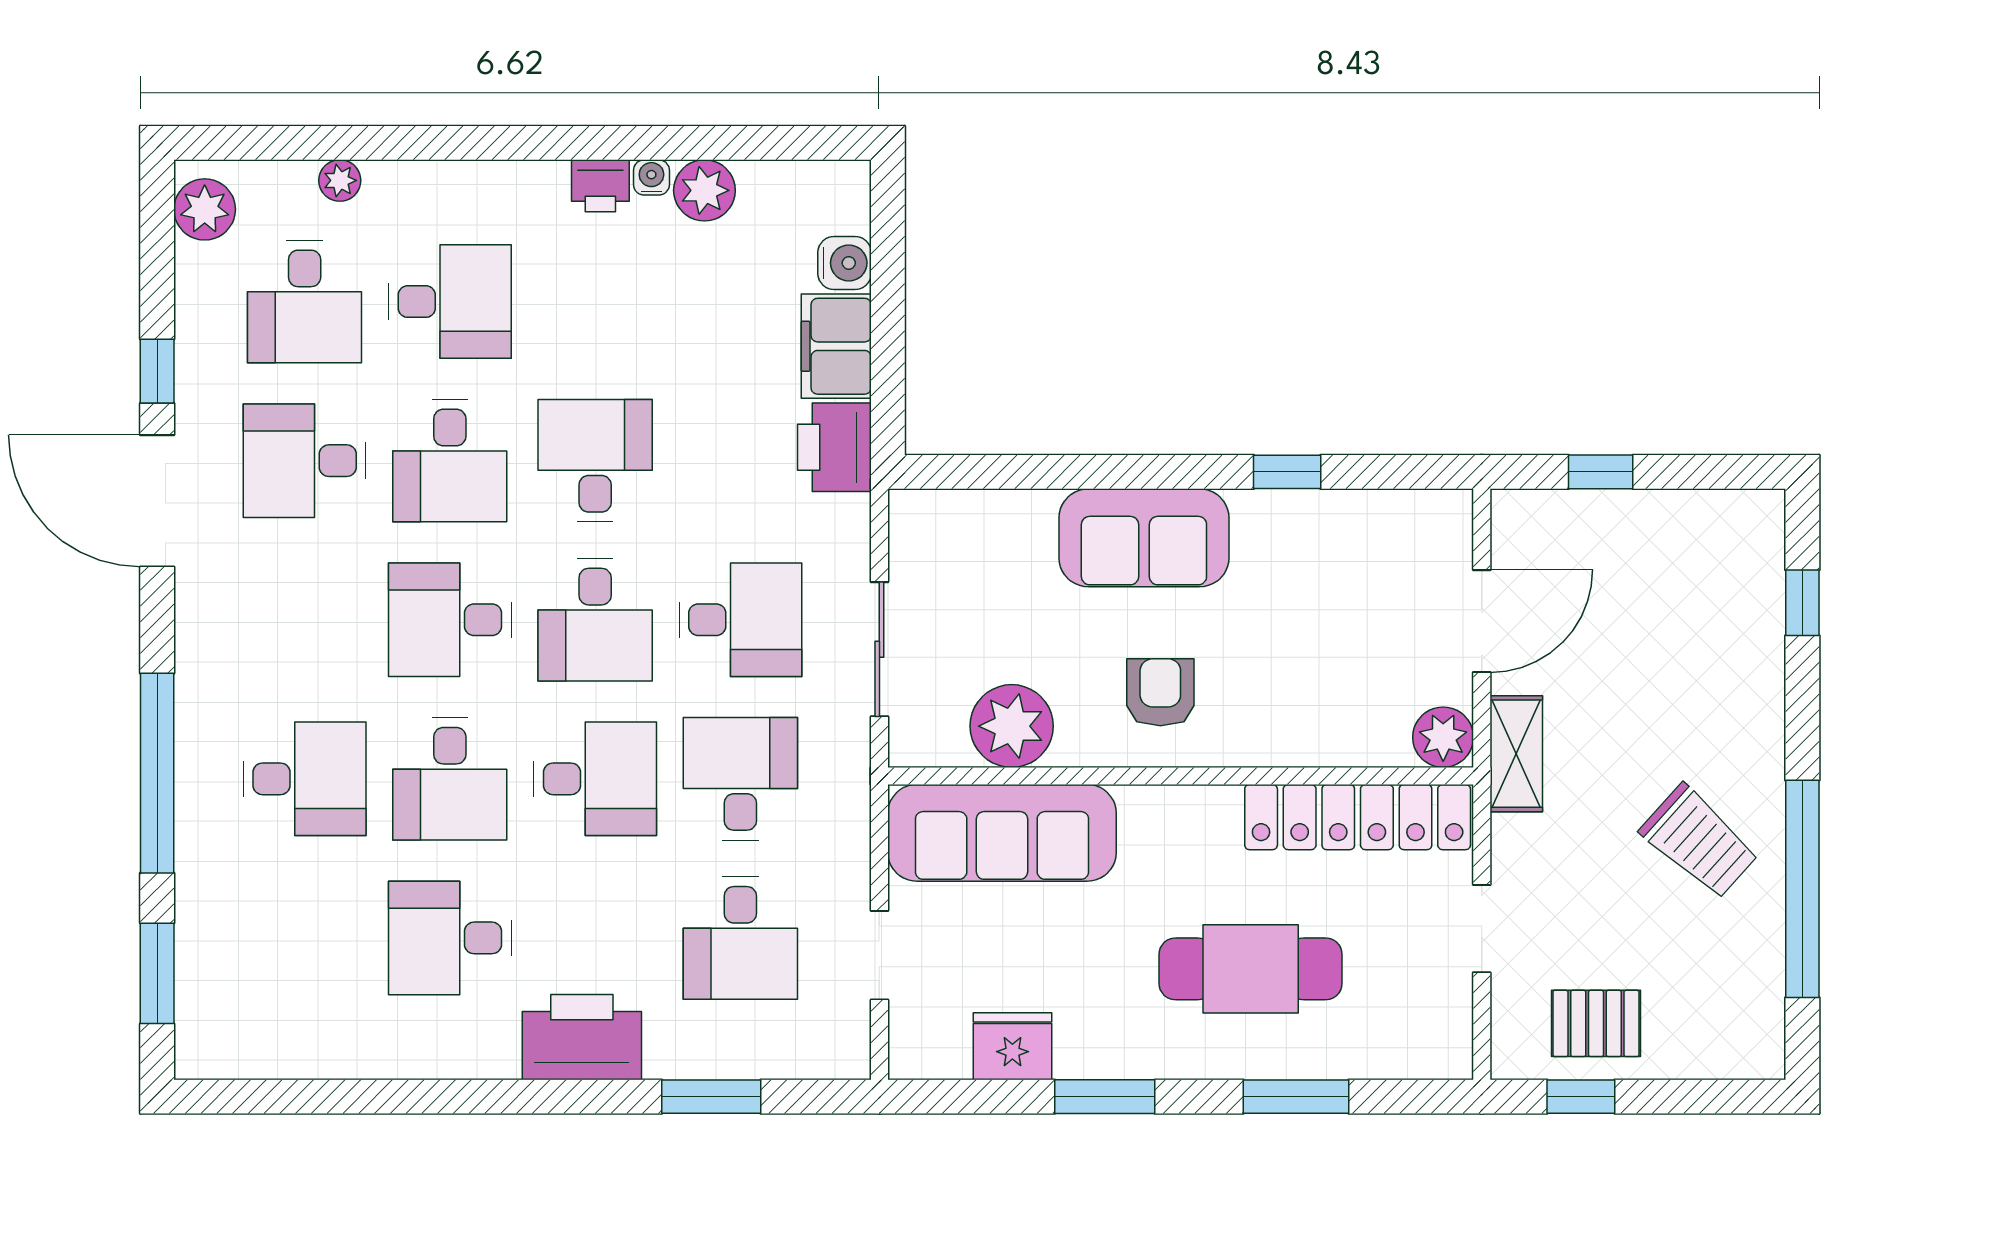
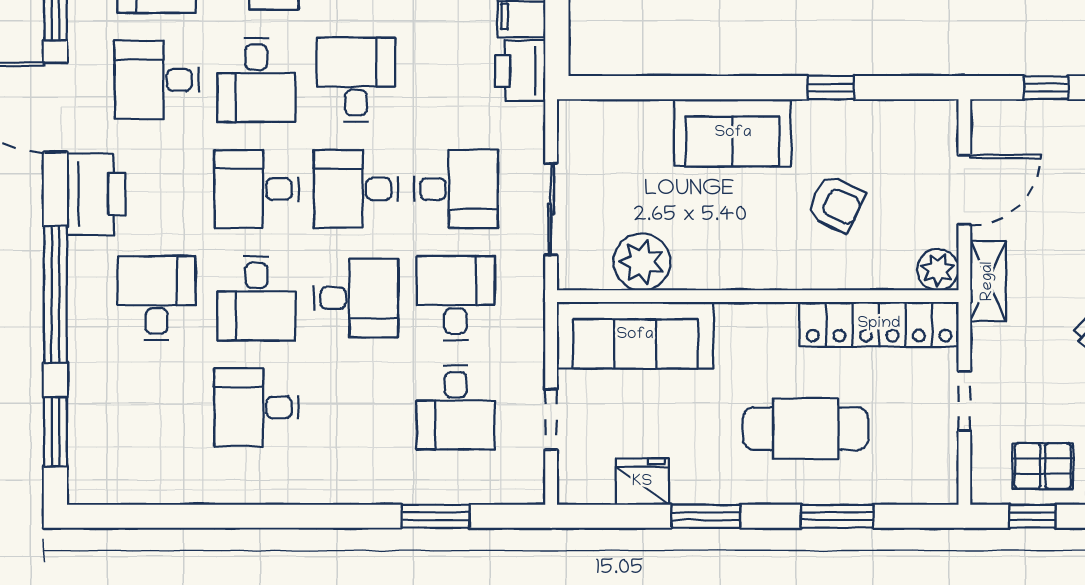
desk: (595, 620) -> (356, 189), turned 90
armchair: (1160, 692) -> (836, 204), moved, turned 116
desk: (305, 779) -> (157, 298), turned -90
printer: (582, 1037) -> (96, 194), moved, turned 90

